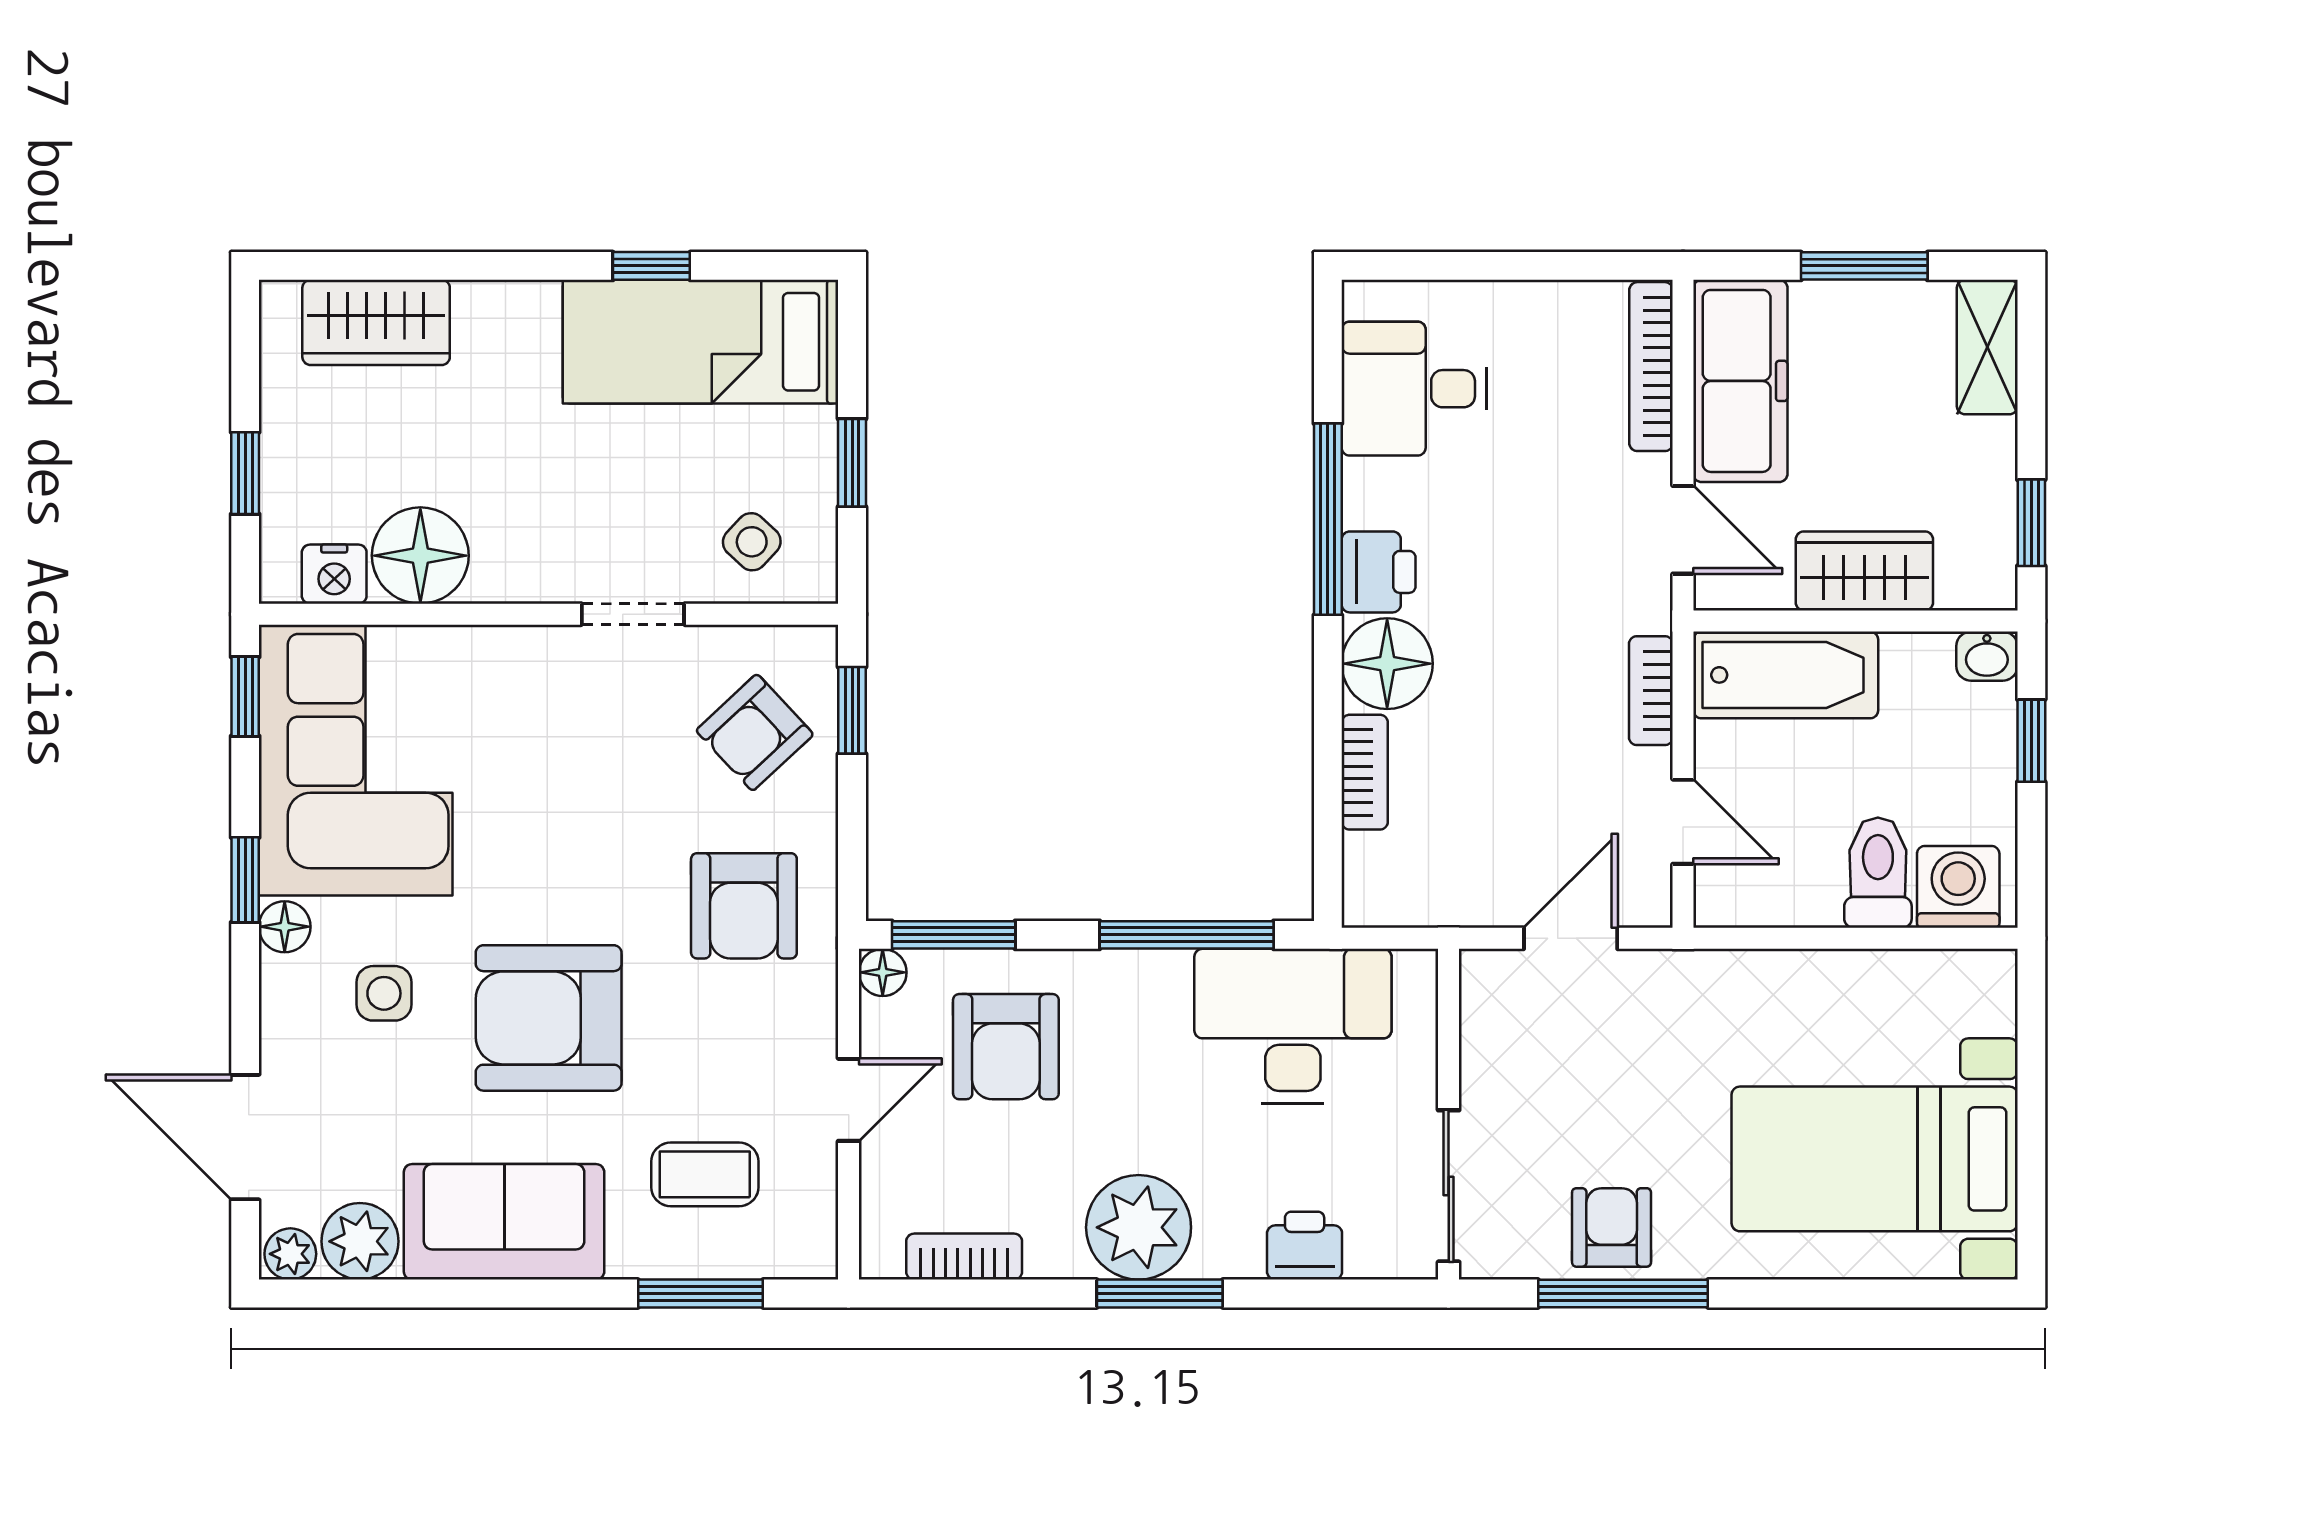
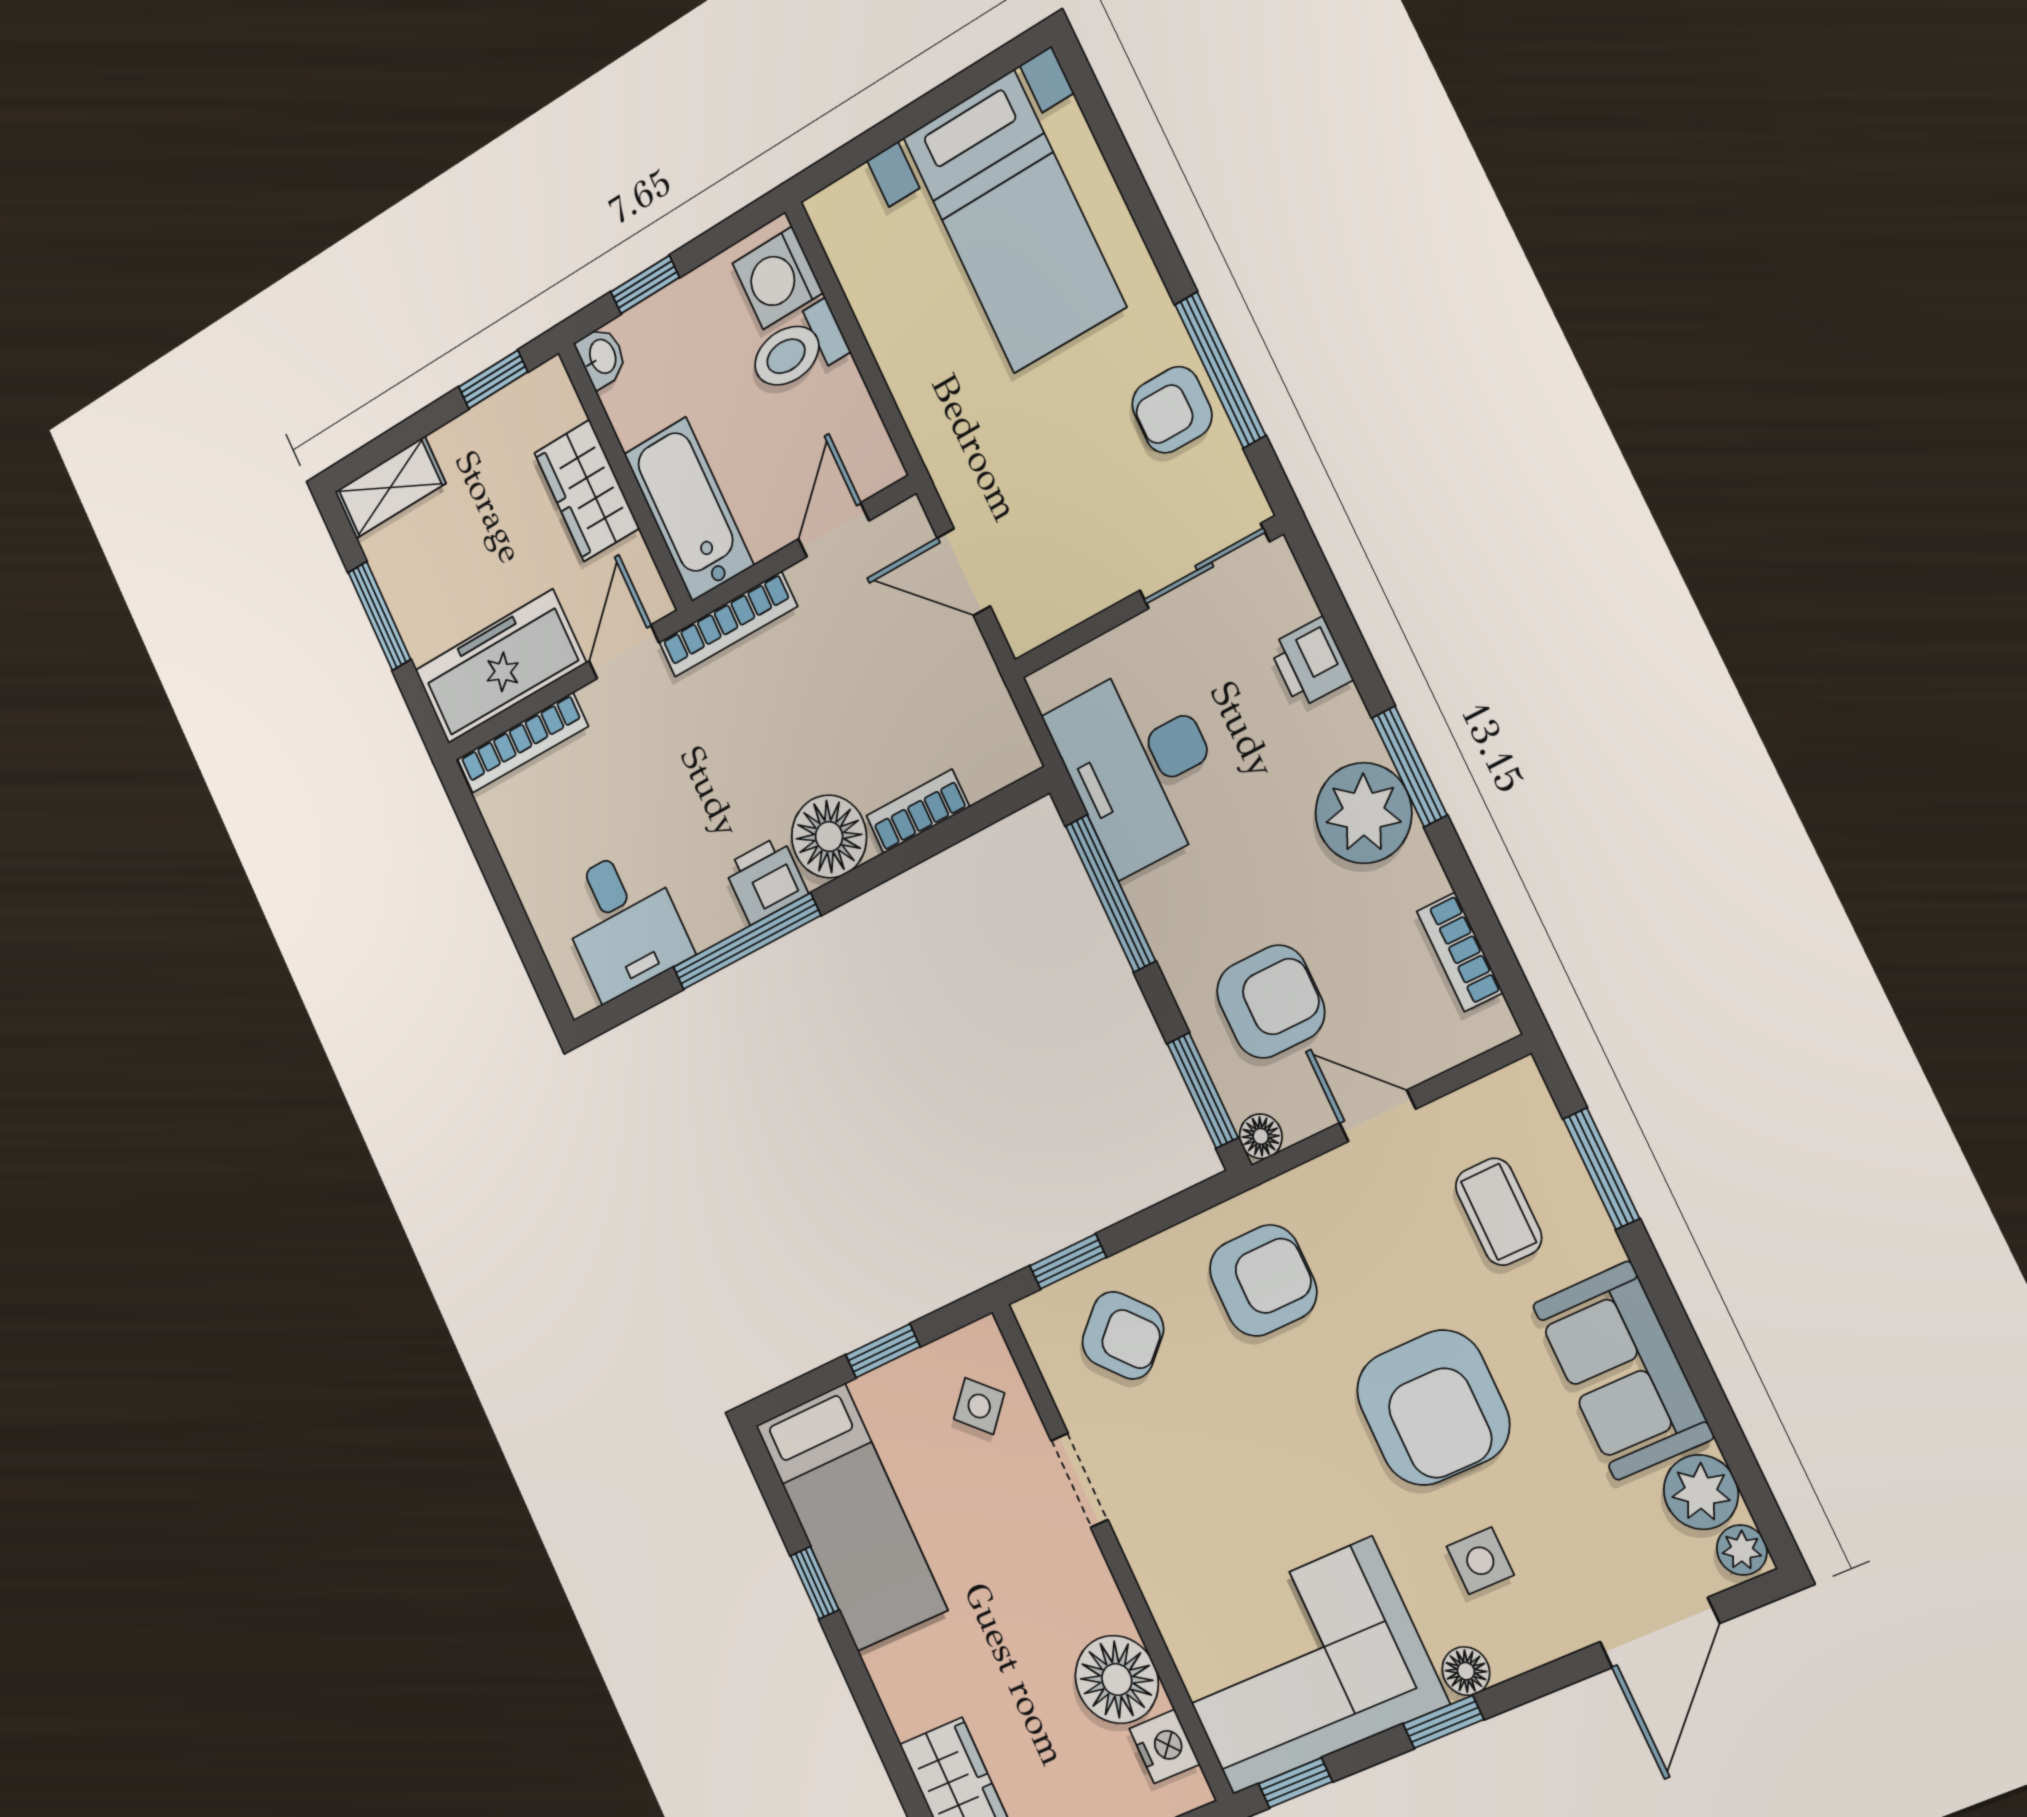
bookcase: (1651, 691) -> (728, 624), width x1.56

